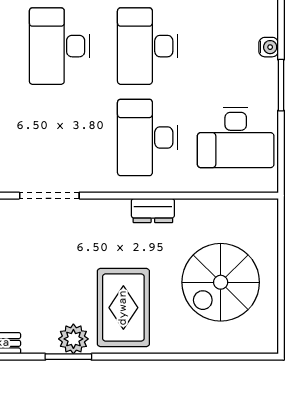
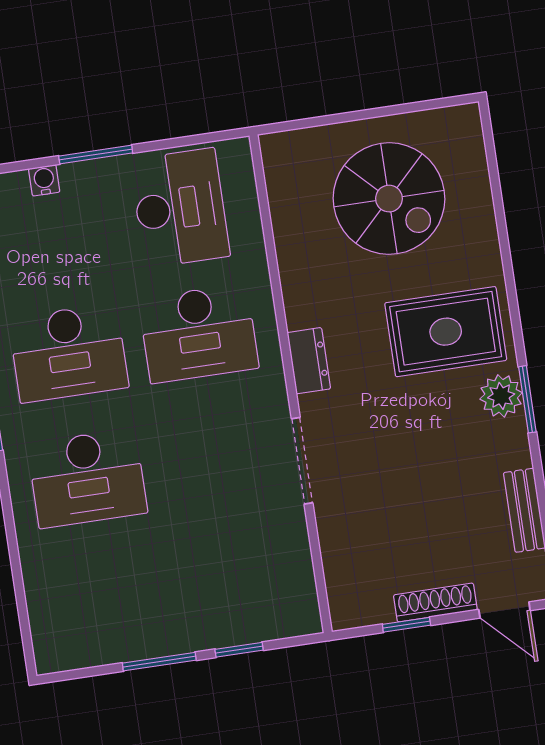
dresser: (153, 210) -> (309, 361), moved

